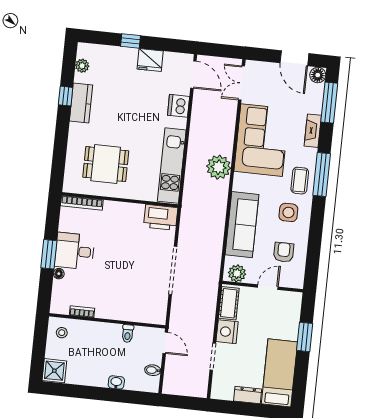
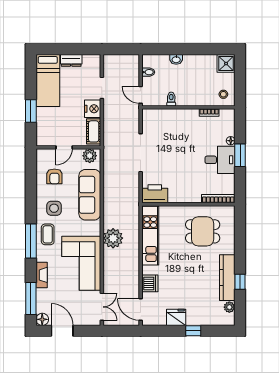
kitchen counter: (81, 103) -> (227, 278), width x1.50

